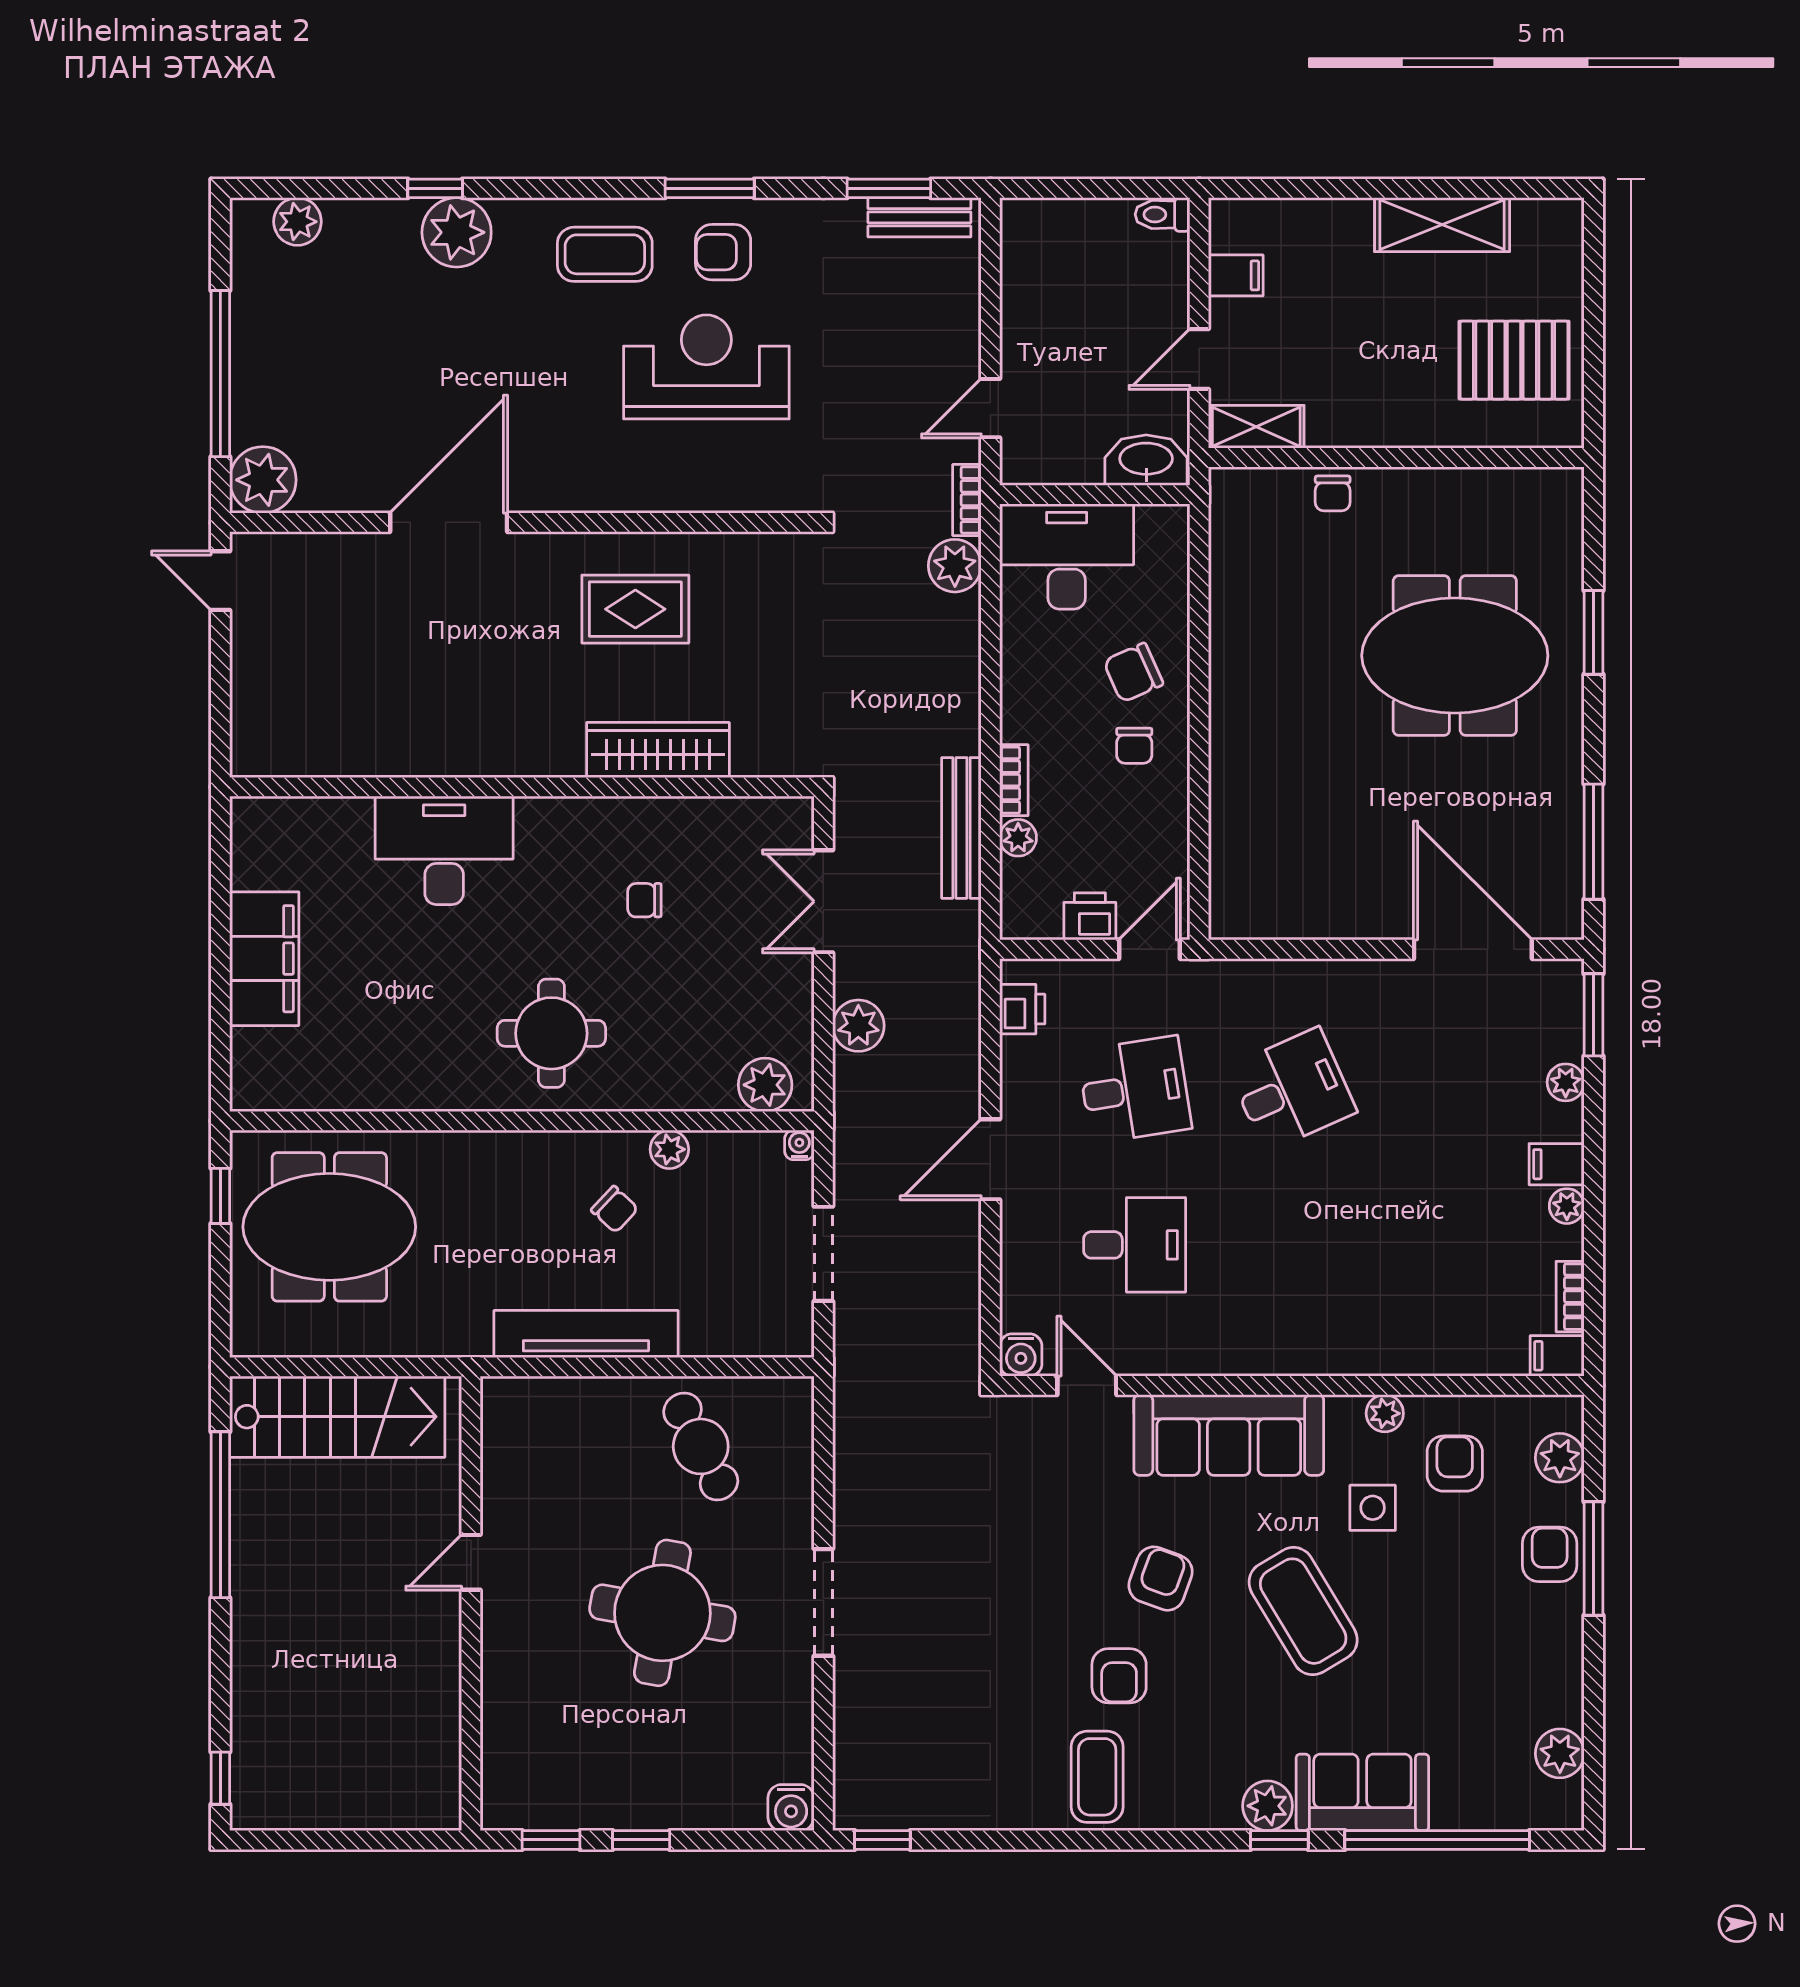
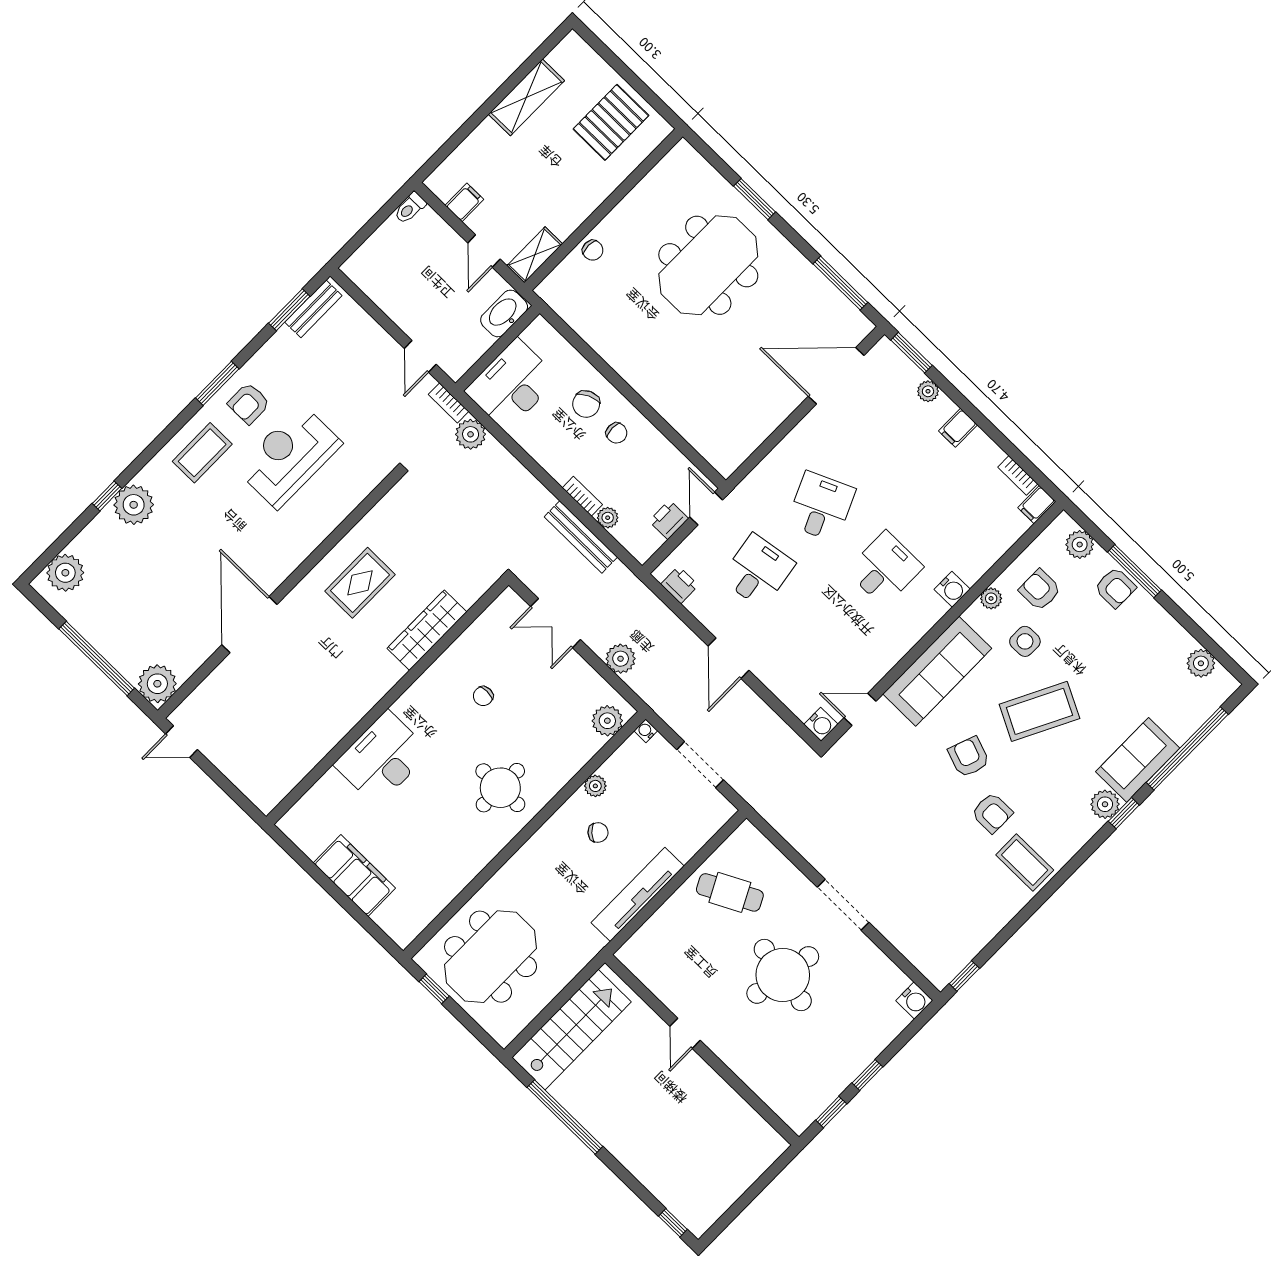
plant: (297, 222) -> (65, 573), width x1.36, depth x1.36
plant: (1567, 1206) -> (979, 441), removed
desk: (1135, 1245) -> (885, 569), moved
water cooler: (1349, 1354) -> (952, 589), added
armchair: (1550, 1554) -> (1115, 587), turned 180
coffee table: (1303, 1611) -> (1039, 711), turned -32

